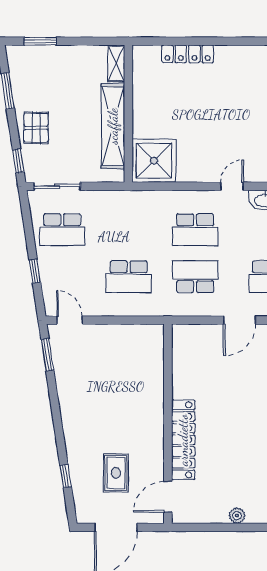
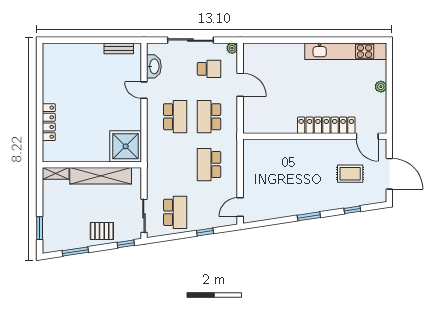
school desk: (129, 277) -> (209, 165), turned 180
window: (47, 355) -> (309, 216), moved

